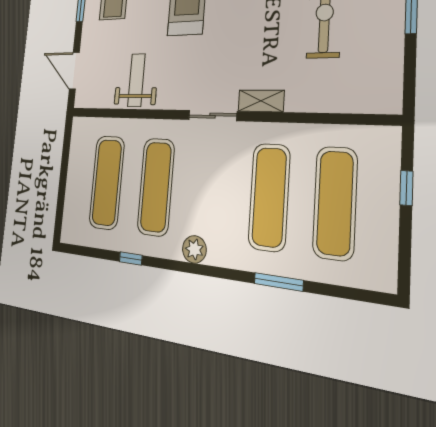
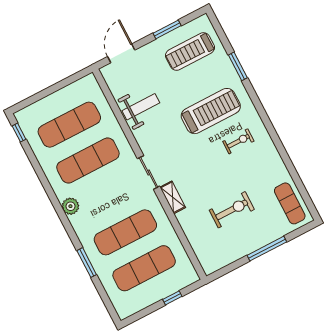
window: (131, 258) -> (19, 133), moved

